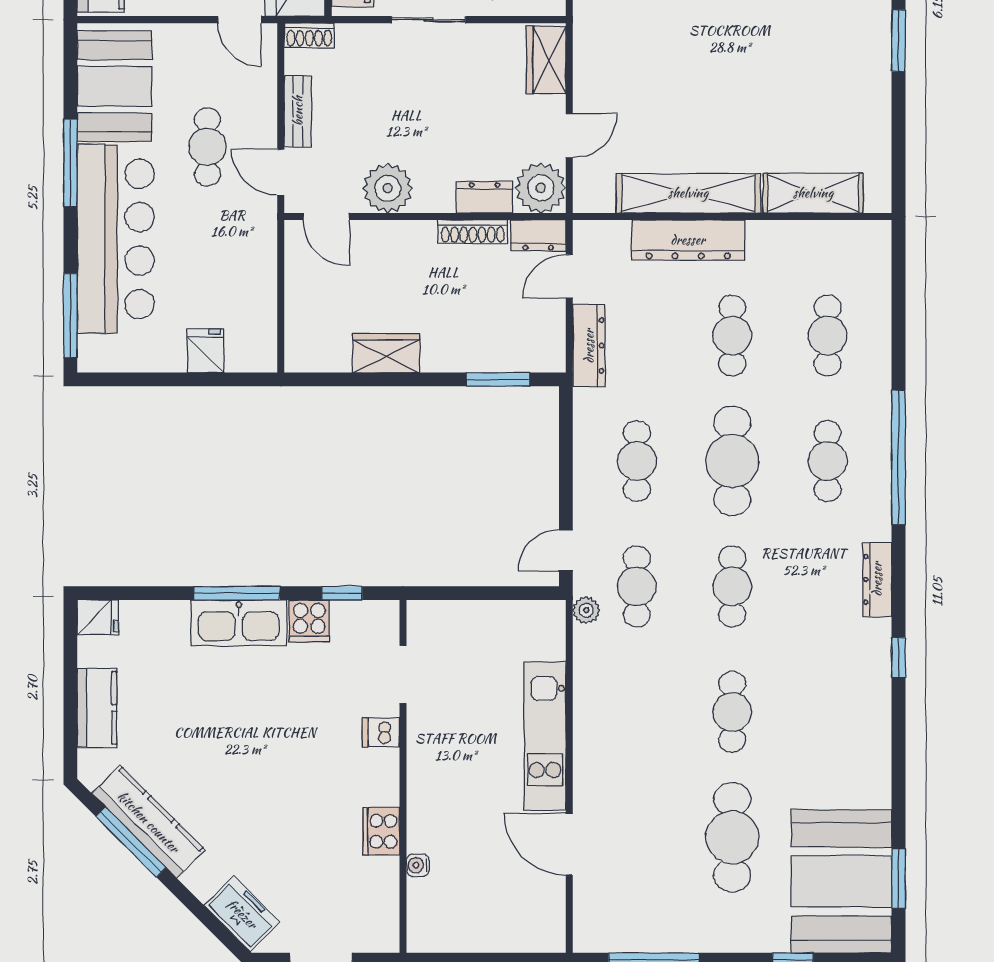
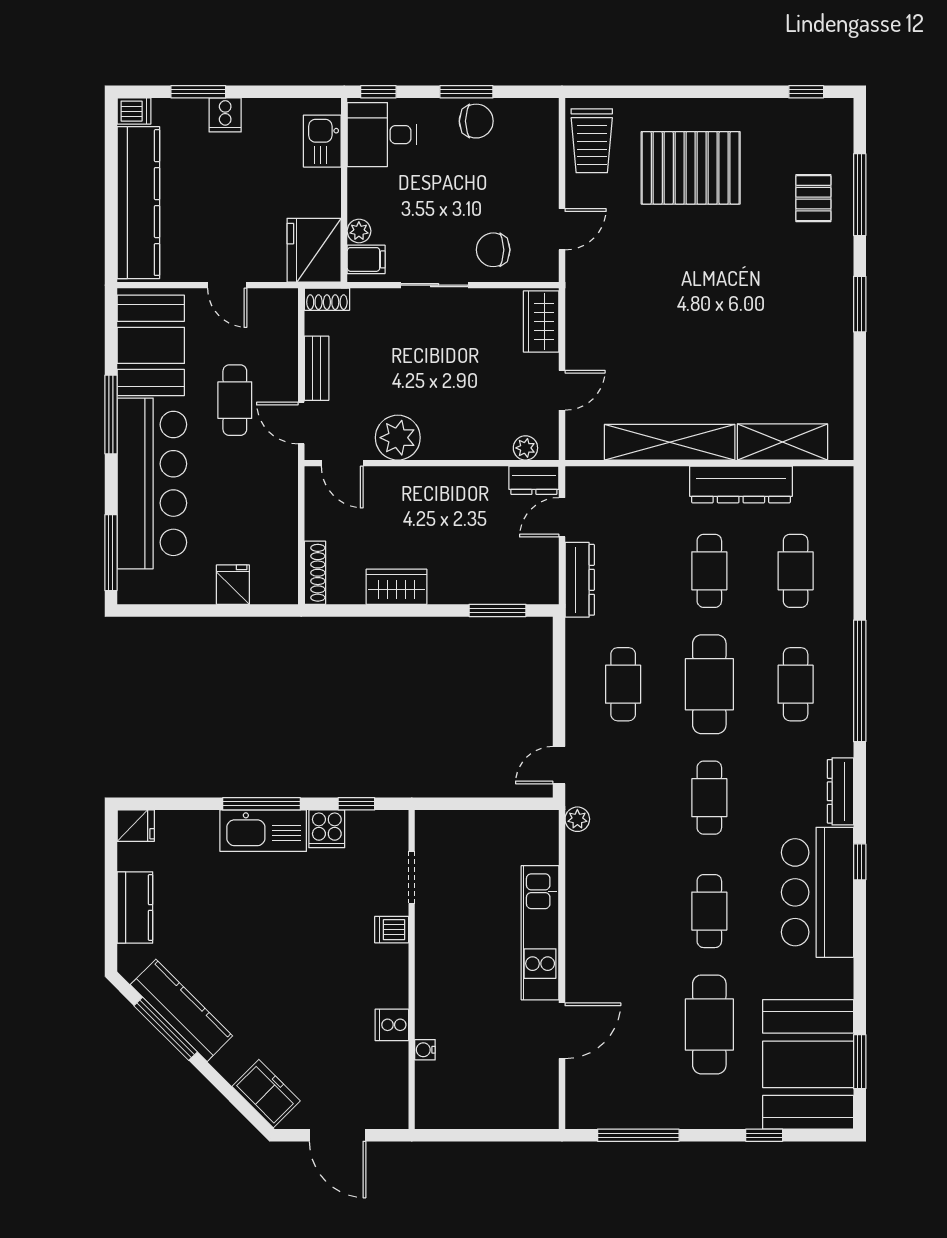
door: (240, 20) -> (227, 285), moved
plant: (541, 188) -> (525, 448), width x0.53, depth x0.53
dresser: (485, 197) -> (485, 446), removed
shoe rack: (473, 232) -> (315, 573), moved, turned -90
dresser: (688, 240) -> (741, 485), moved
cafe table: (637, 586) -> (623, 798), removed
bar counter: (852, 691) -> (817, 892), added
cooker: (381, 831) -> (392, 1025), width x0.73
door: (569, 844) -> (562, 1031), swing flipped

